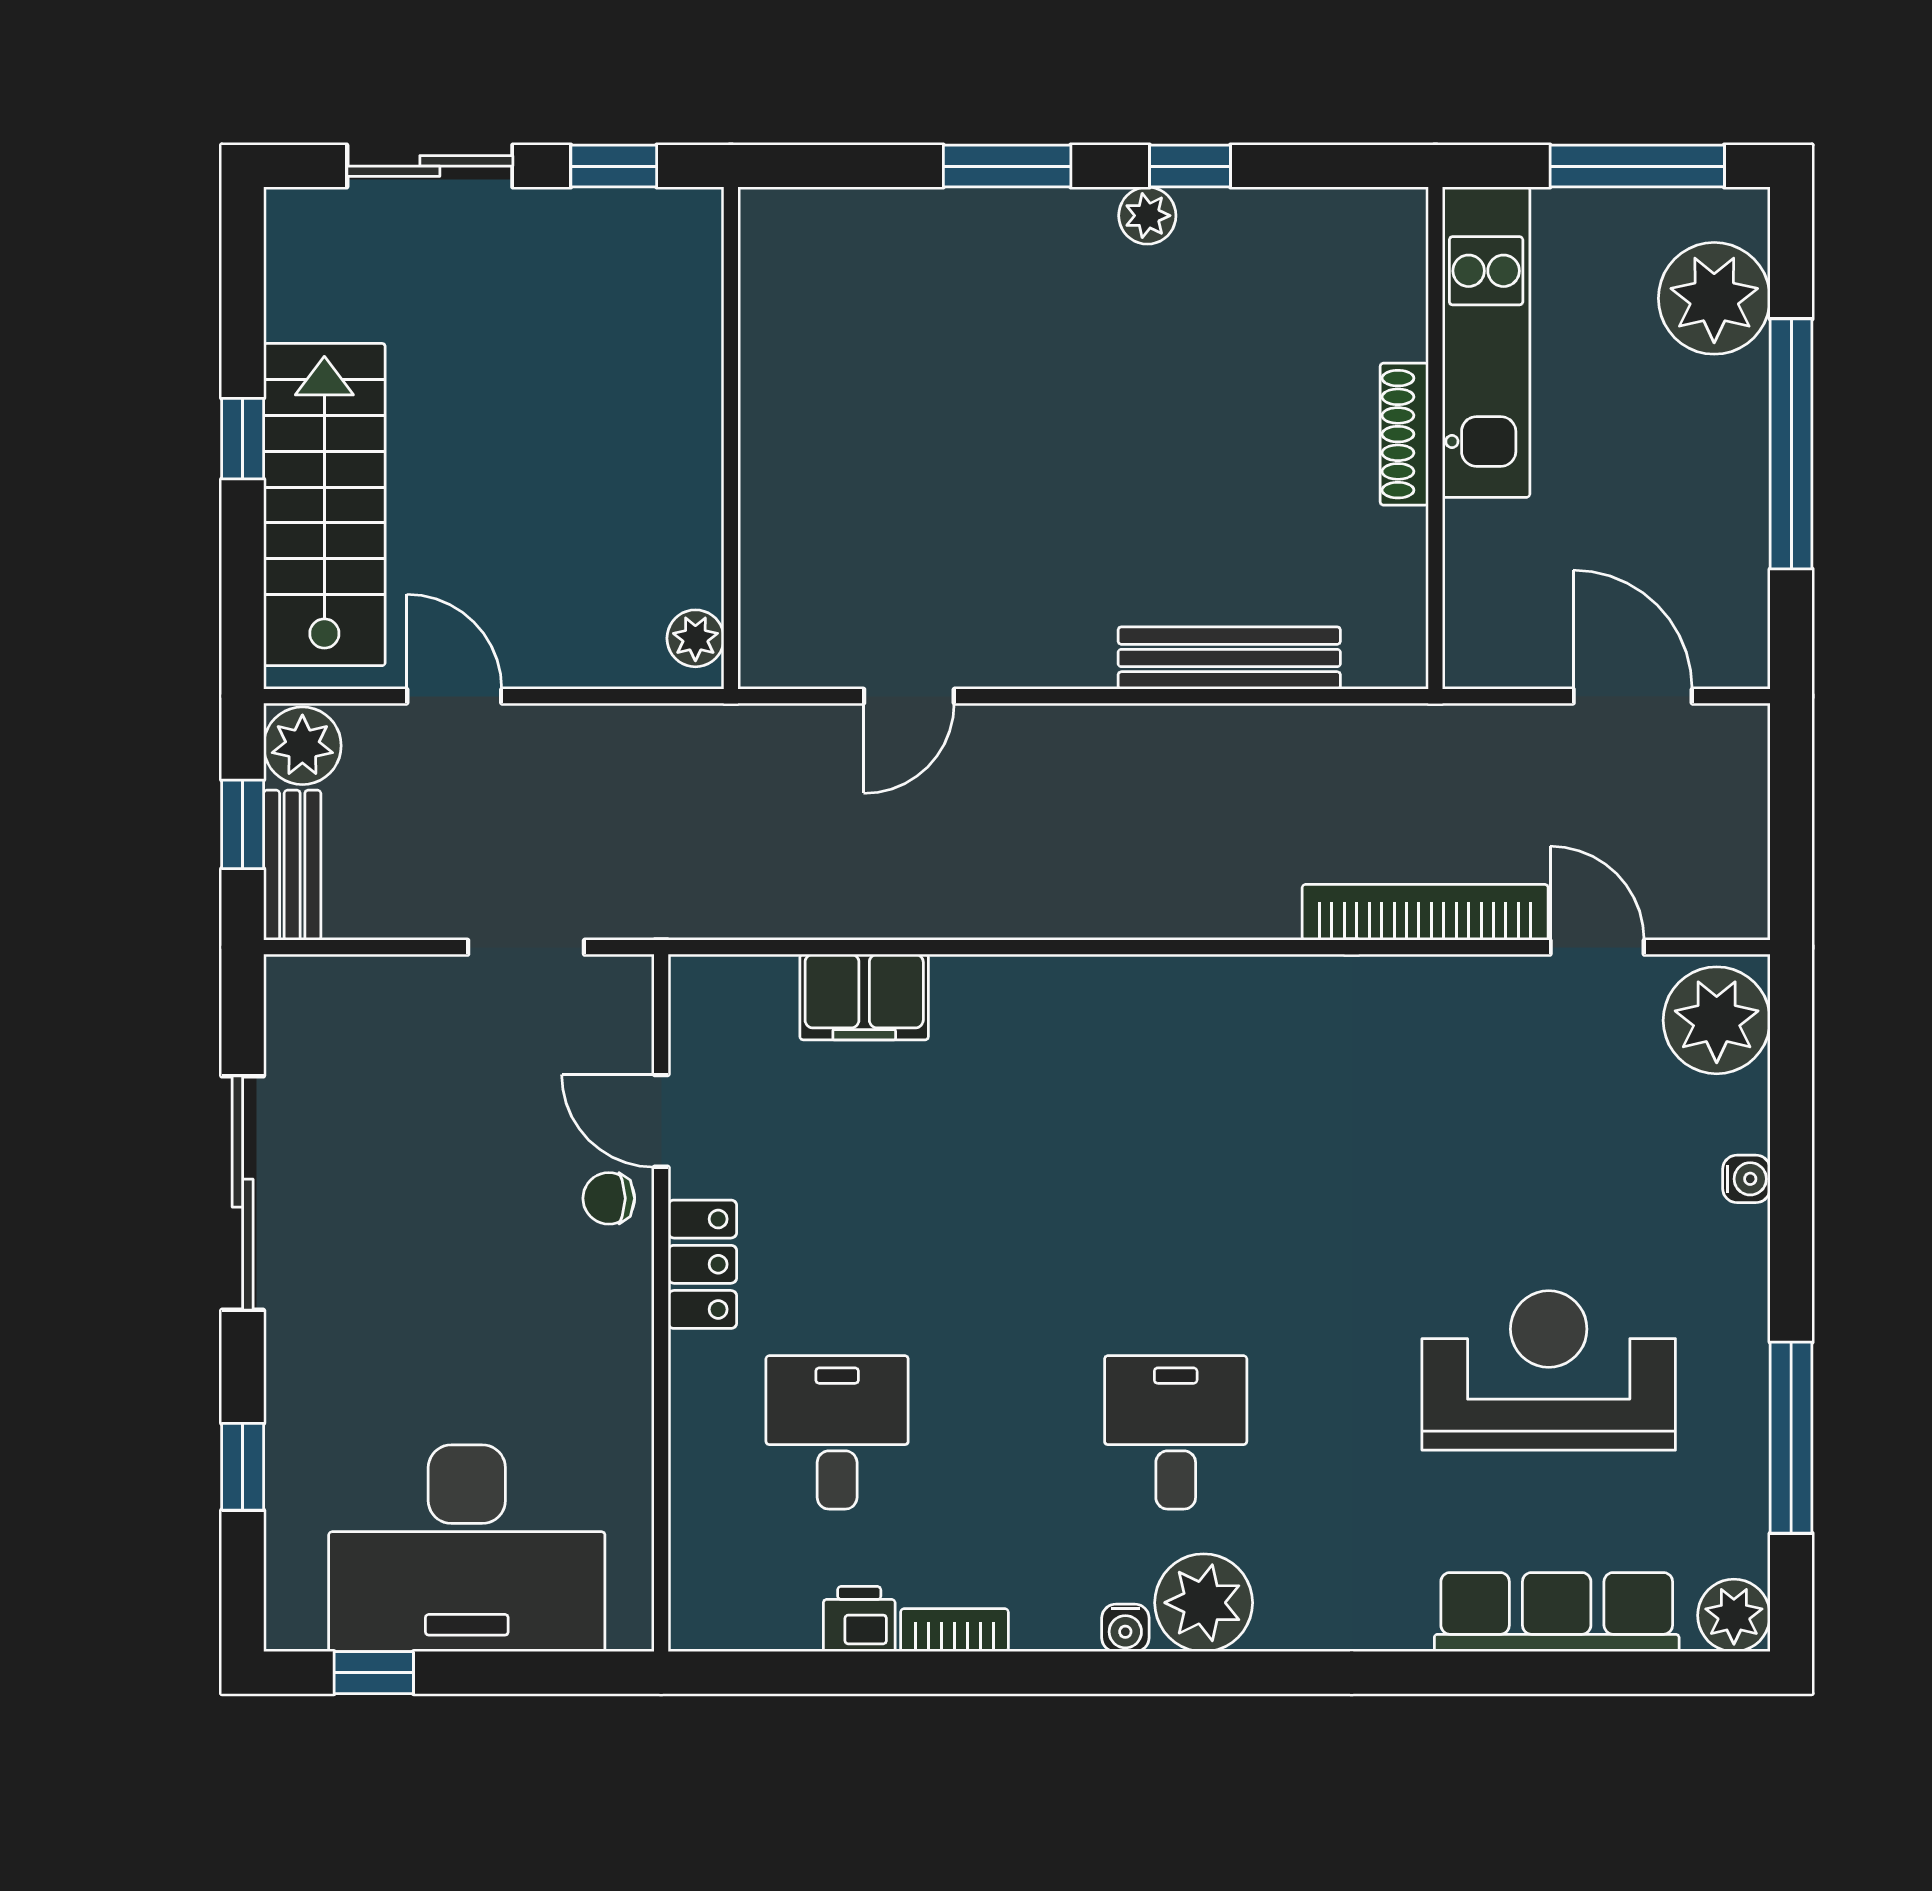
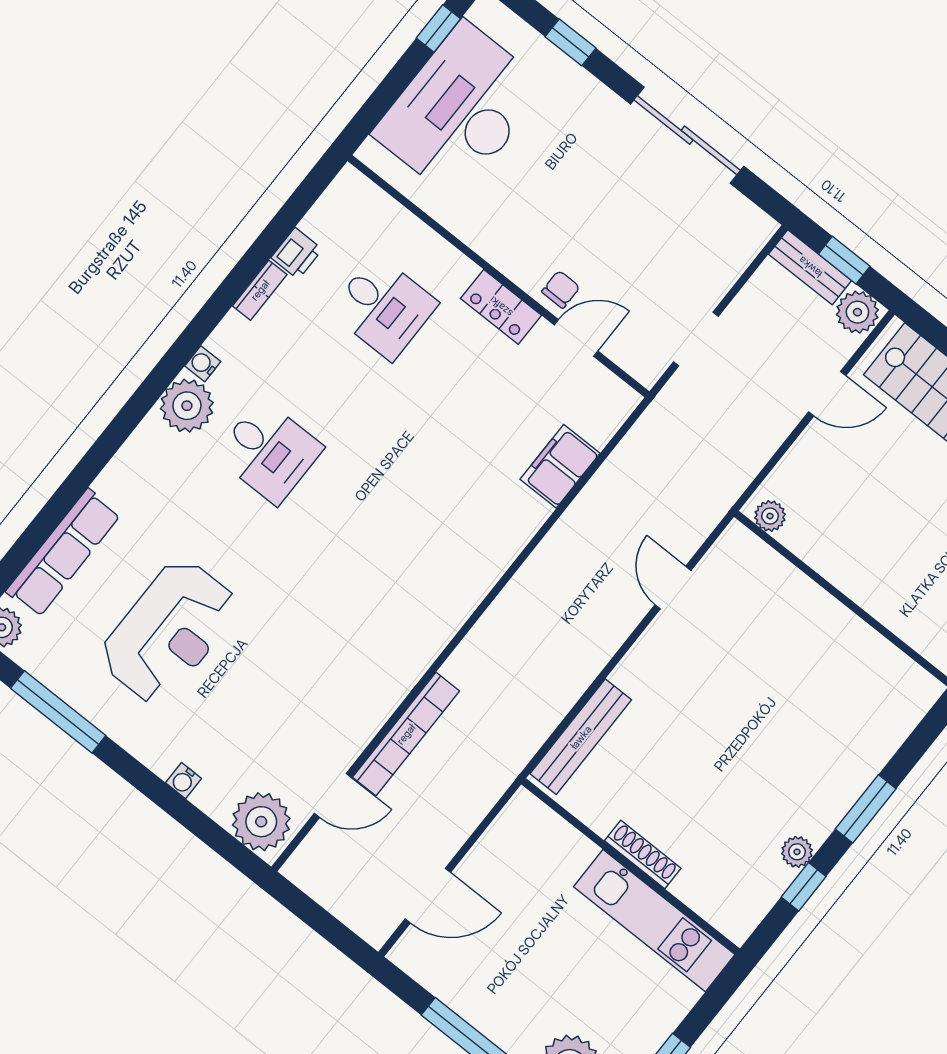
kitchen unit: (1486, 342) -> (654, 921), moved
shoe rack: (1404, 434) -> (643, 855), moved
wall: (1435, 438) -> (631, 866), moved

